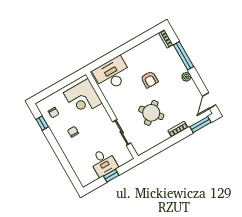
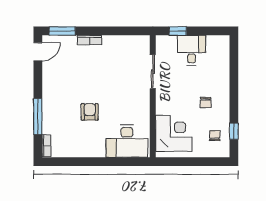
plant: (186, 77) -> (48, 92), removed
round table: (151, 113) -> (109, 74), removed
window: (111, 176) -> (178, 31), moved

